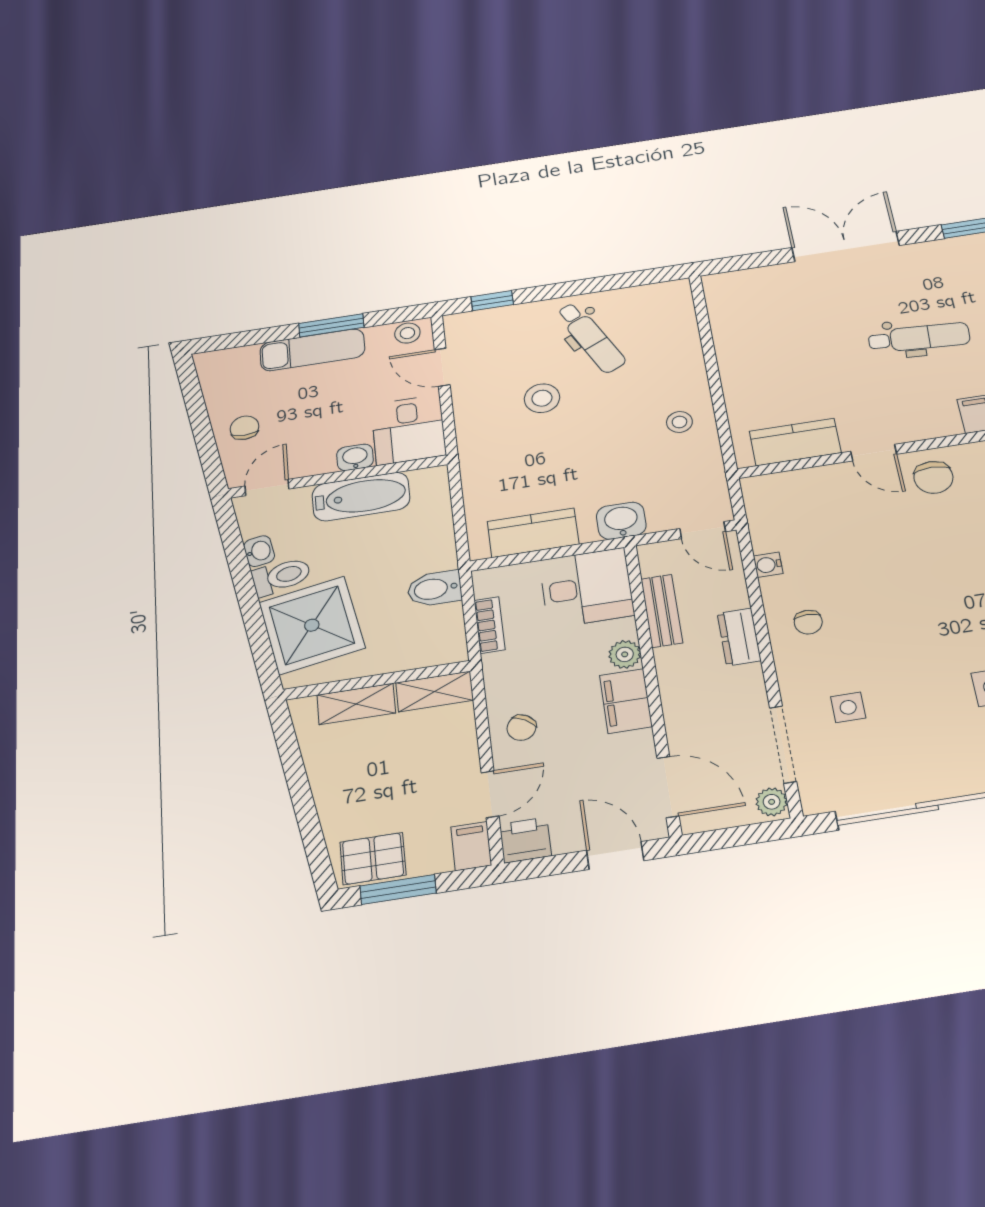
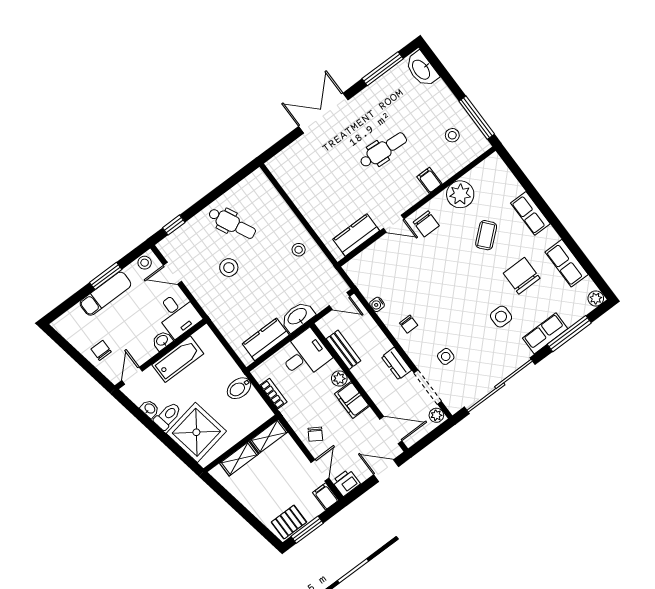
washbasin: (621, 521) -> (298, 317), width x1.38
dresser: (739, 637) -> (396, 364), moved

